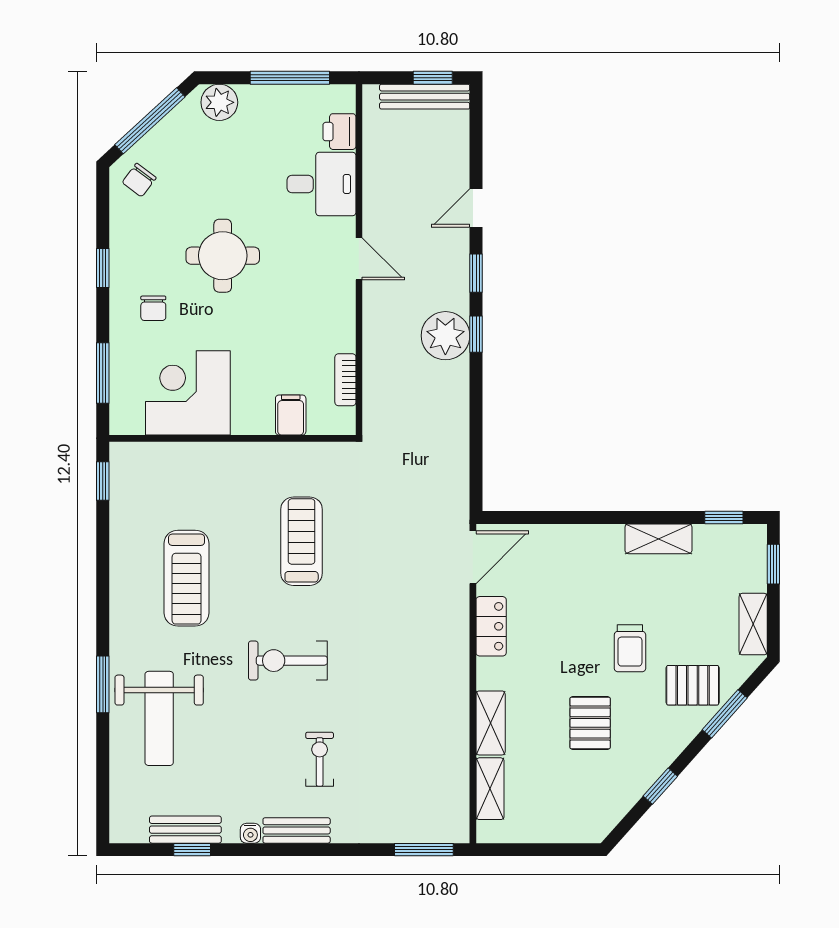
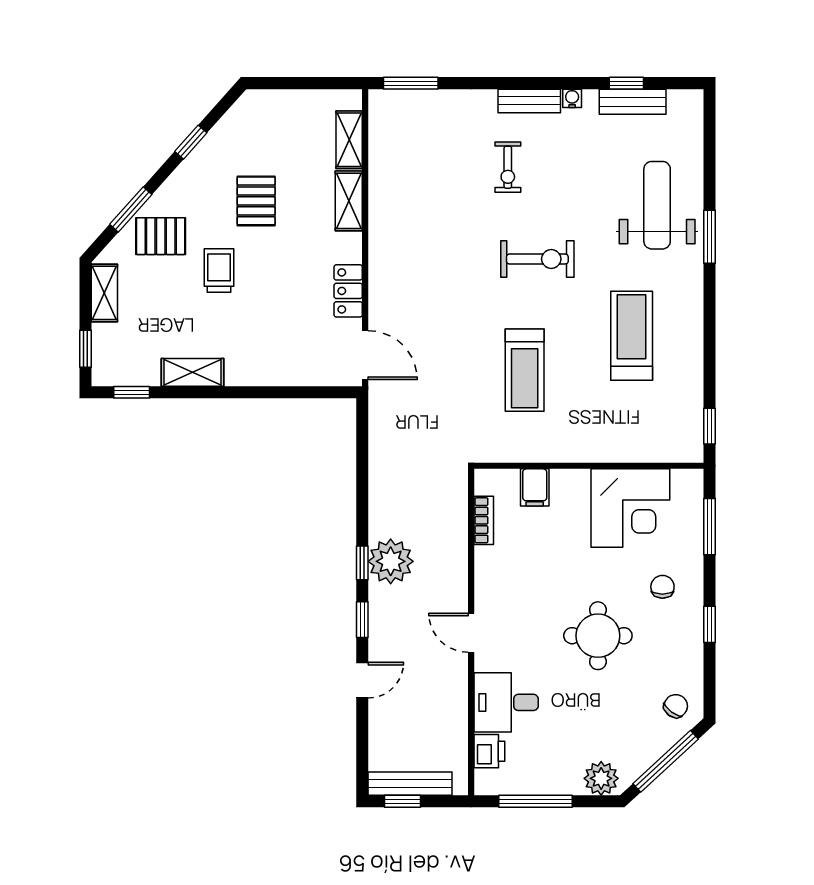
door: (473, 557) -> (365, 355), swing flipped

